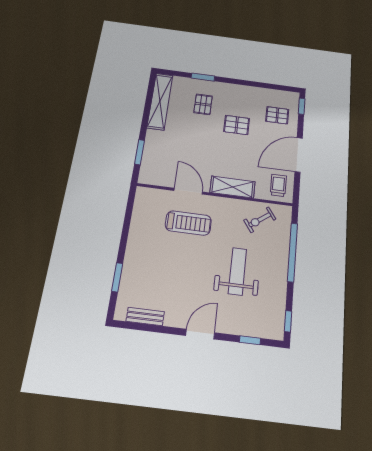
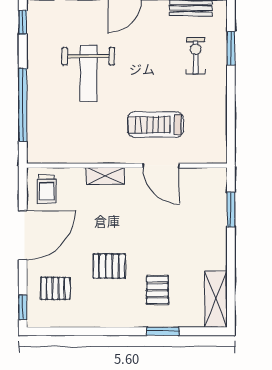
shelving: (160, 101) -> (216, 299), width x0.68
shelving: (233, 187) -> (106, 176), width x0.67, depth x0.75
exercise bike: (260, 220) -> (196, 56), moved, turned -54

